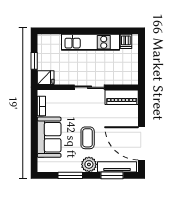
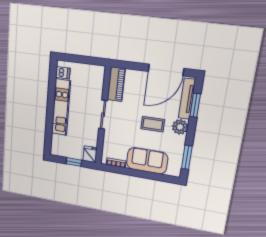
window: (70, 175) -> (187, 157), moved

